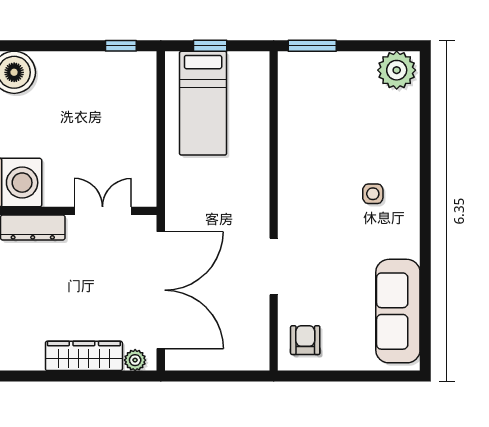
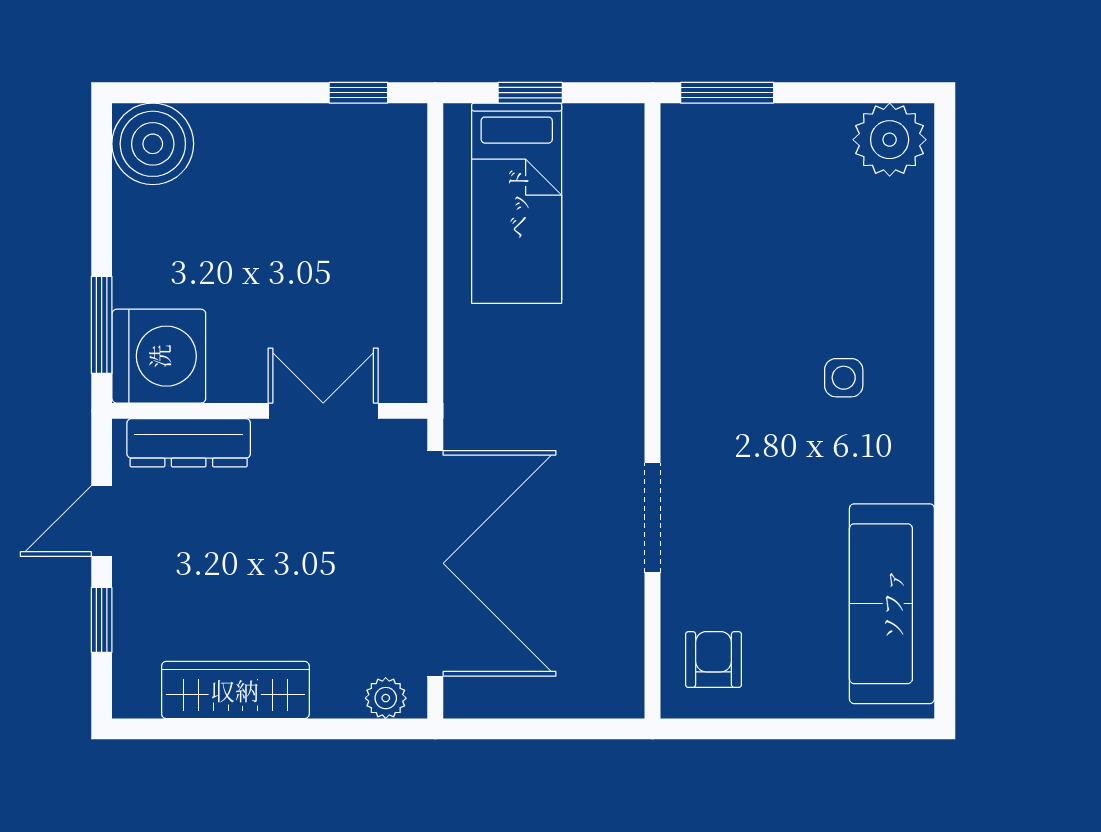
wardrobe: (84, 356) -> (235, 690), moved

